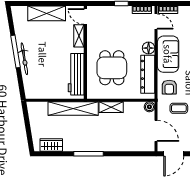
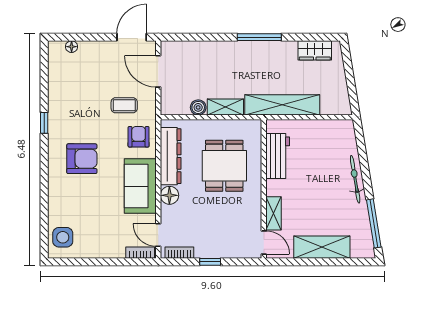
window: (15, 51) -> (374, 223), moved
workbench: (76, 74) -> (278, 156), width x0.73
boiler: (149, 107) -> (198, 107), moved

